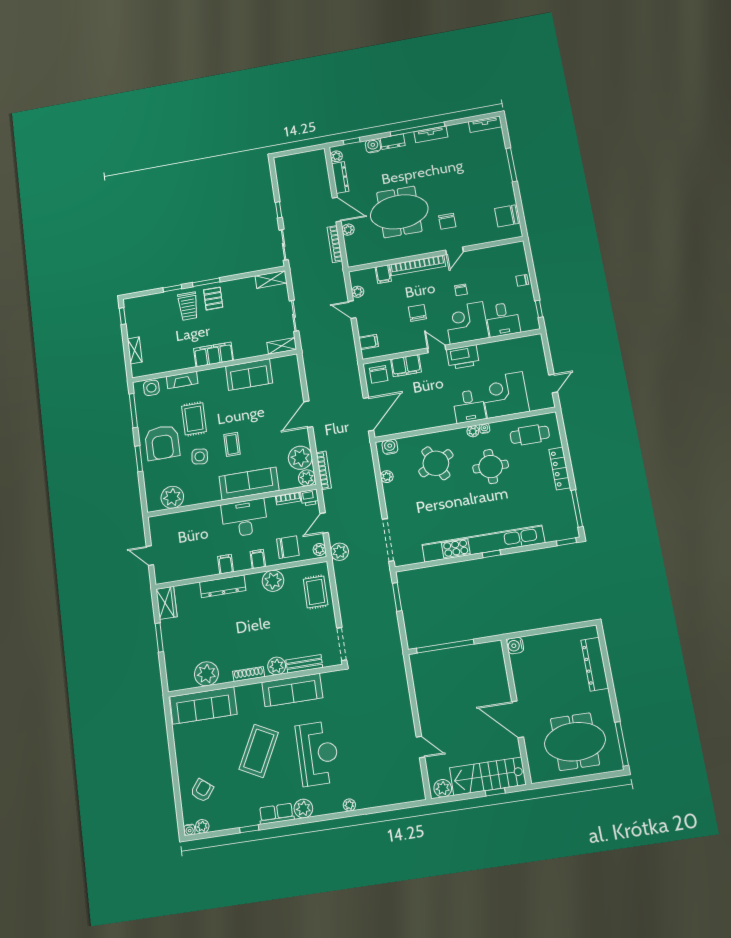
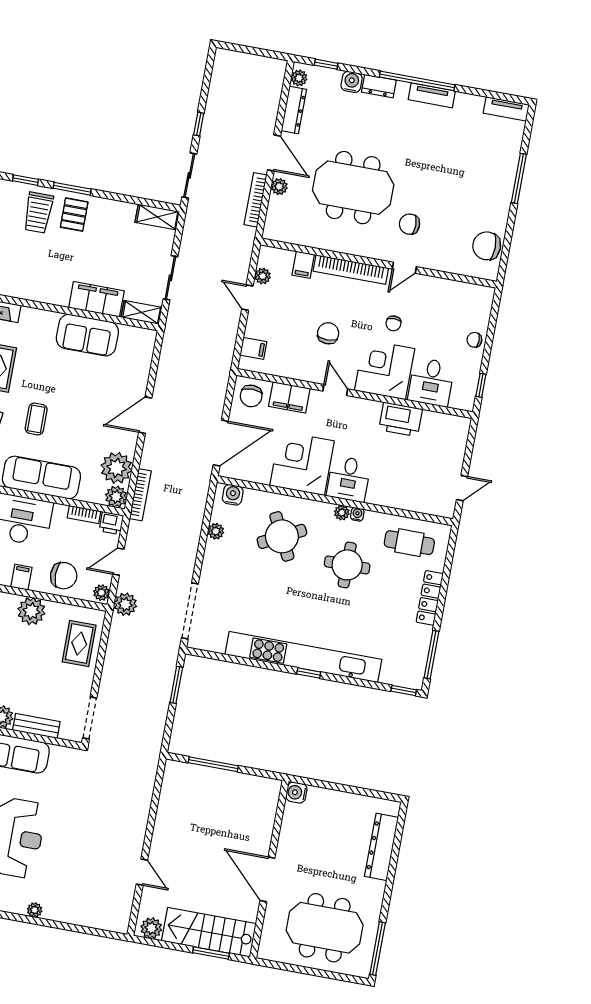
chair: (447, 221) -> (410, 224), turned 90
filing cabinet: (214, 354) -> (96, 299), moved
printer: (463, 357) -> (401, 419), moved
corner desk: (505, 395) -> (302, 463), moved
window: (445, 646) -> (213, 764), width x0.68
window: (495, 792) -> (211, 953), width x1.50

